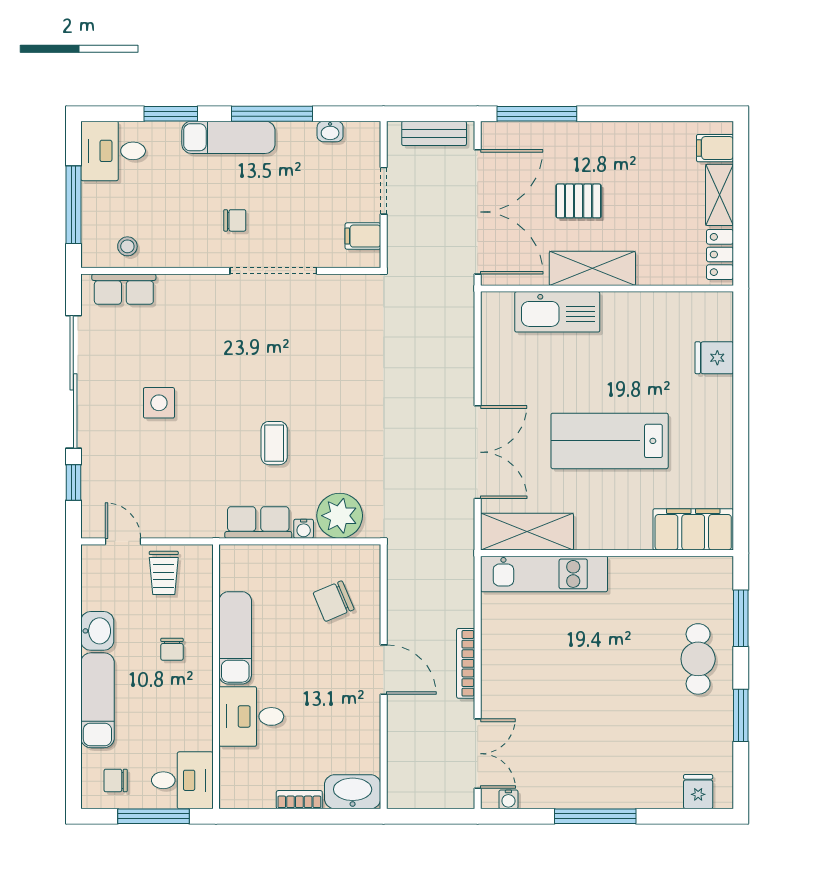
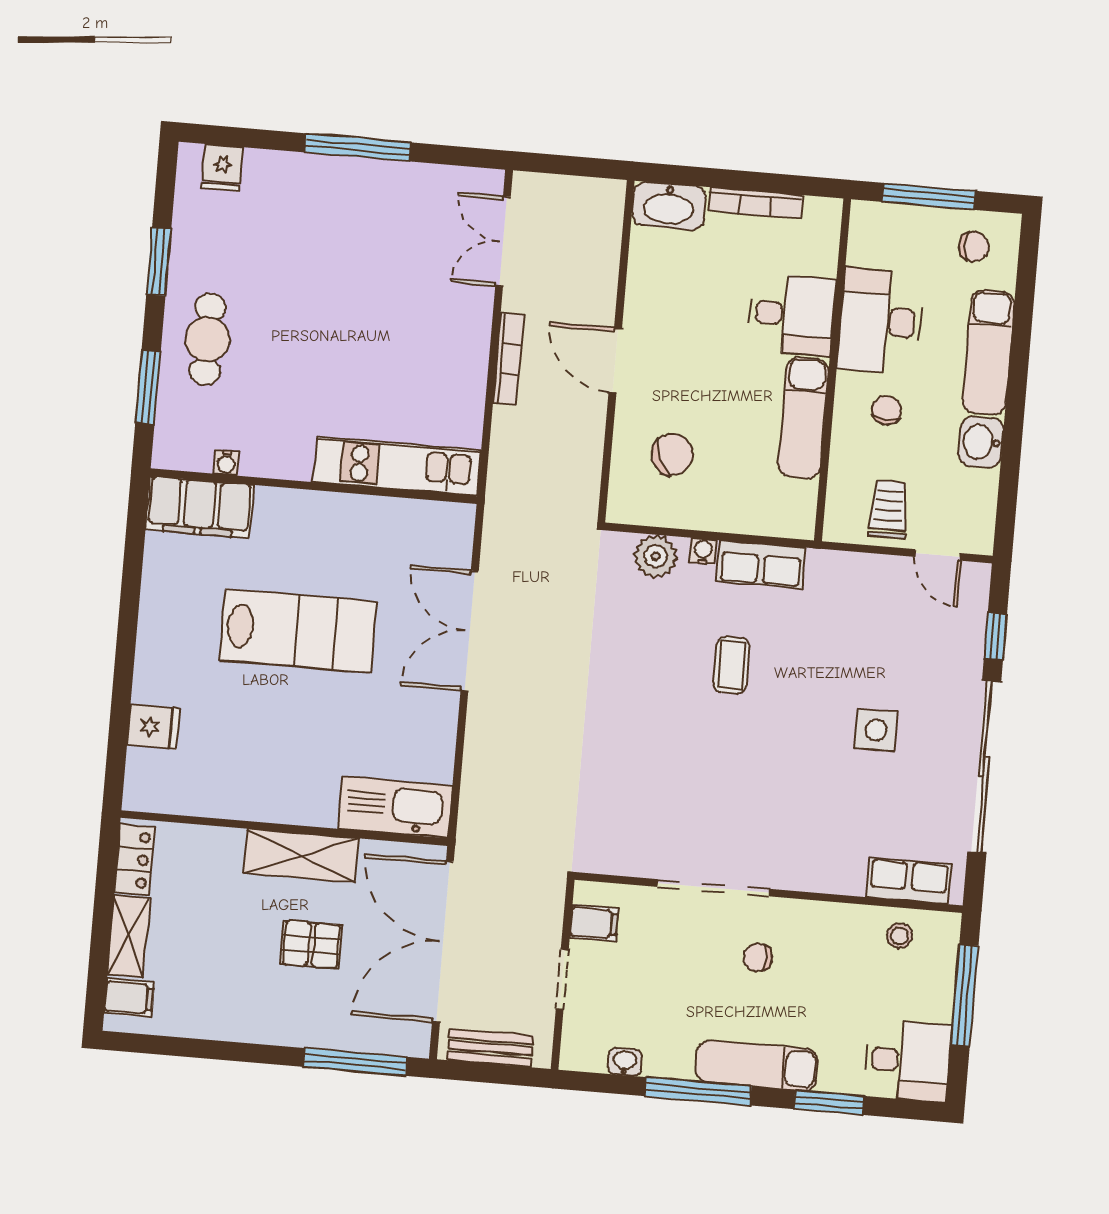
kitchen sink: (557, 312) -> (395, 807), moved
plant: (340, 516) -> (656, 556), width x0.73, depth x0.73
shelving: (527, 532) -> (415, 523), removed
desk: (182, 780) -> (881, 321), moved, width x1.37
water cooler: (508, 799) -> (226, 463), moved, turned 180
bookcase: (299, 800) -> (755, 203), width x1.56

